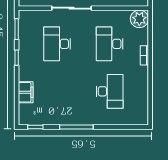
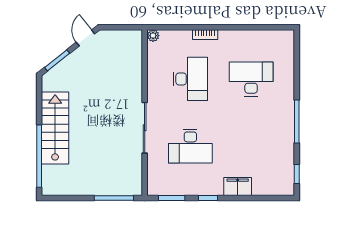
plant: (139, 19) -> (153, 36), width x0.53, depth x0.53
desk: (110, 44) -> (190, 79), turned -90
filing cabinet: (26, 92) -> (238, 186), moved

